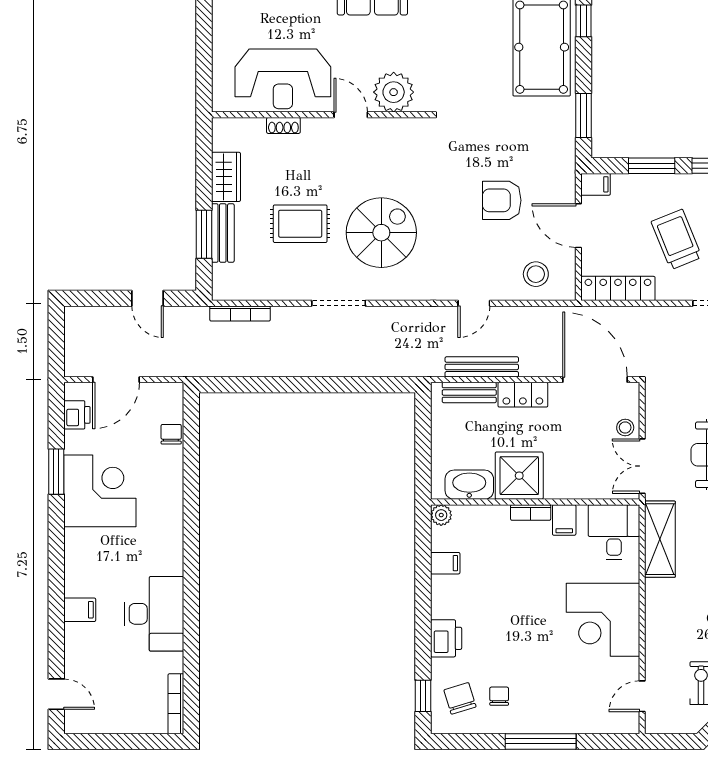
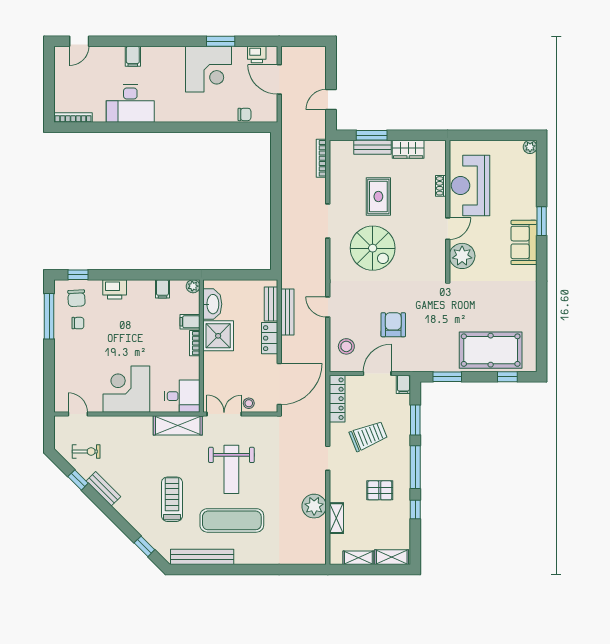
filing cabinet: (564, 520) -> (190, 322), moved
chair: (460, 698) -> (76, 298), turned 104
window: (541, 741) -> (49, 316), moved

